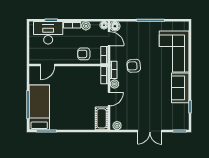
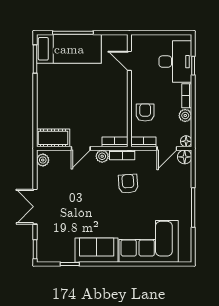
door: (109, 99) -> (81, 148), hinge flipped

